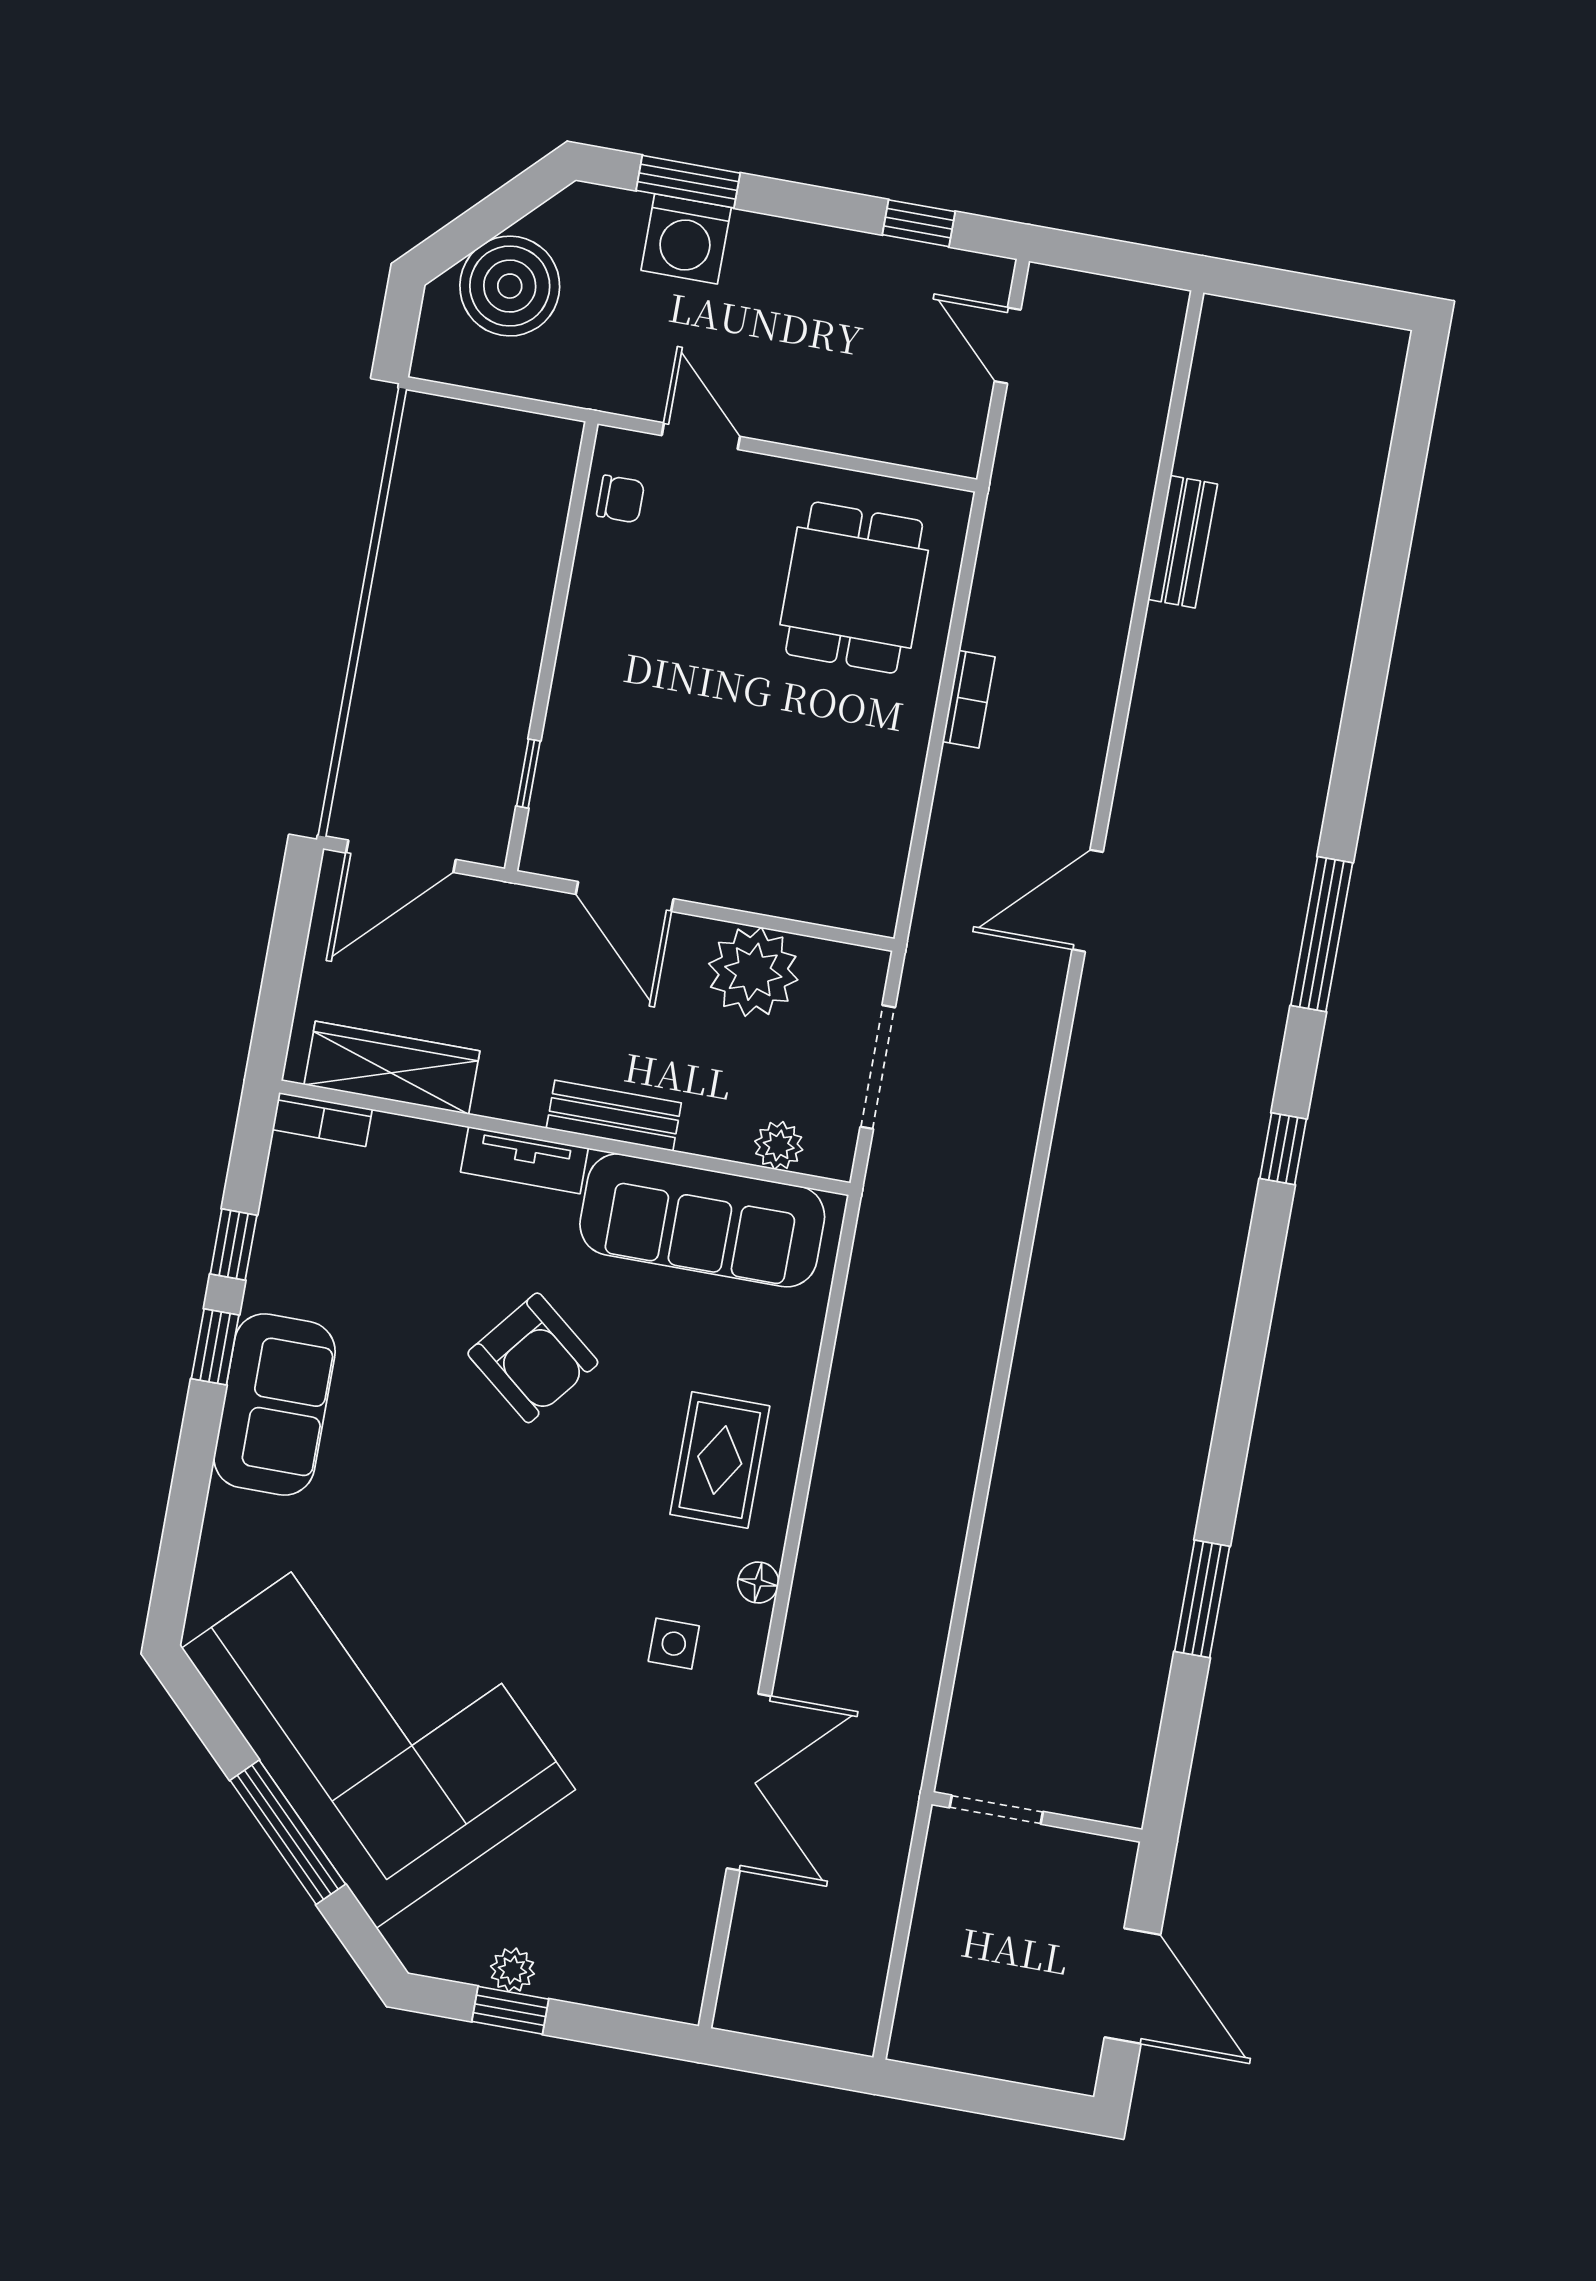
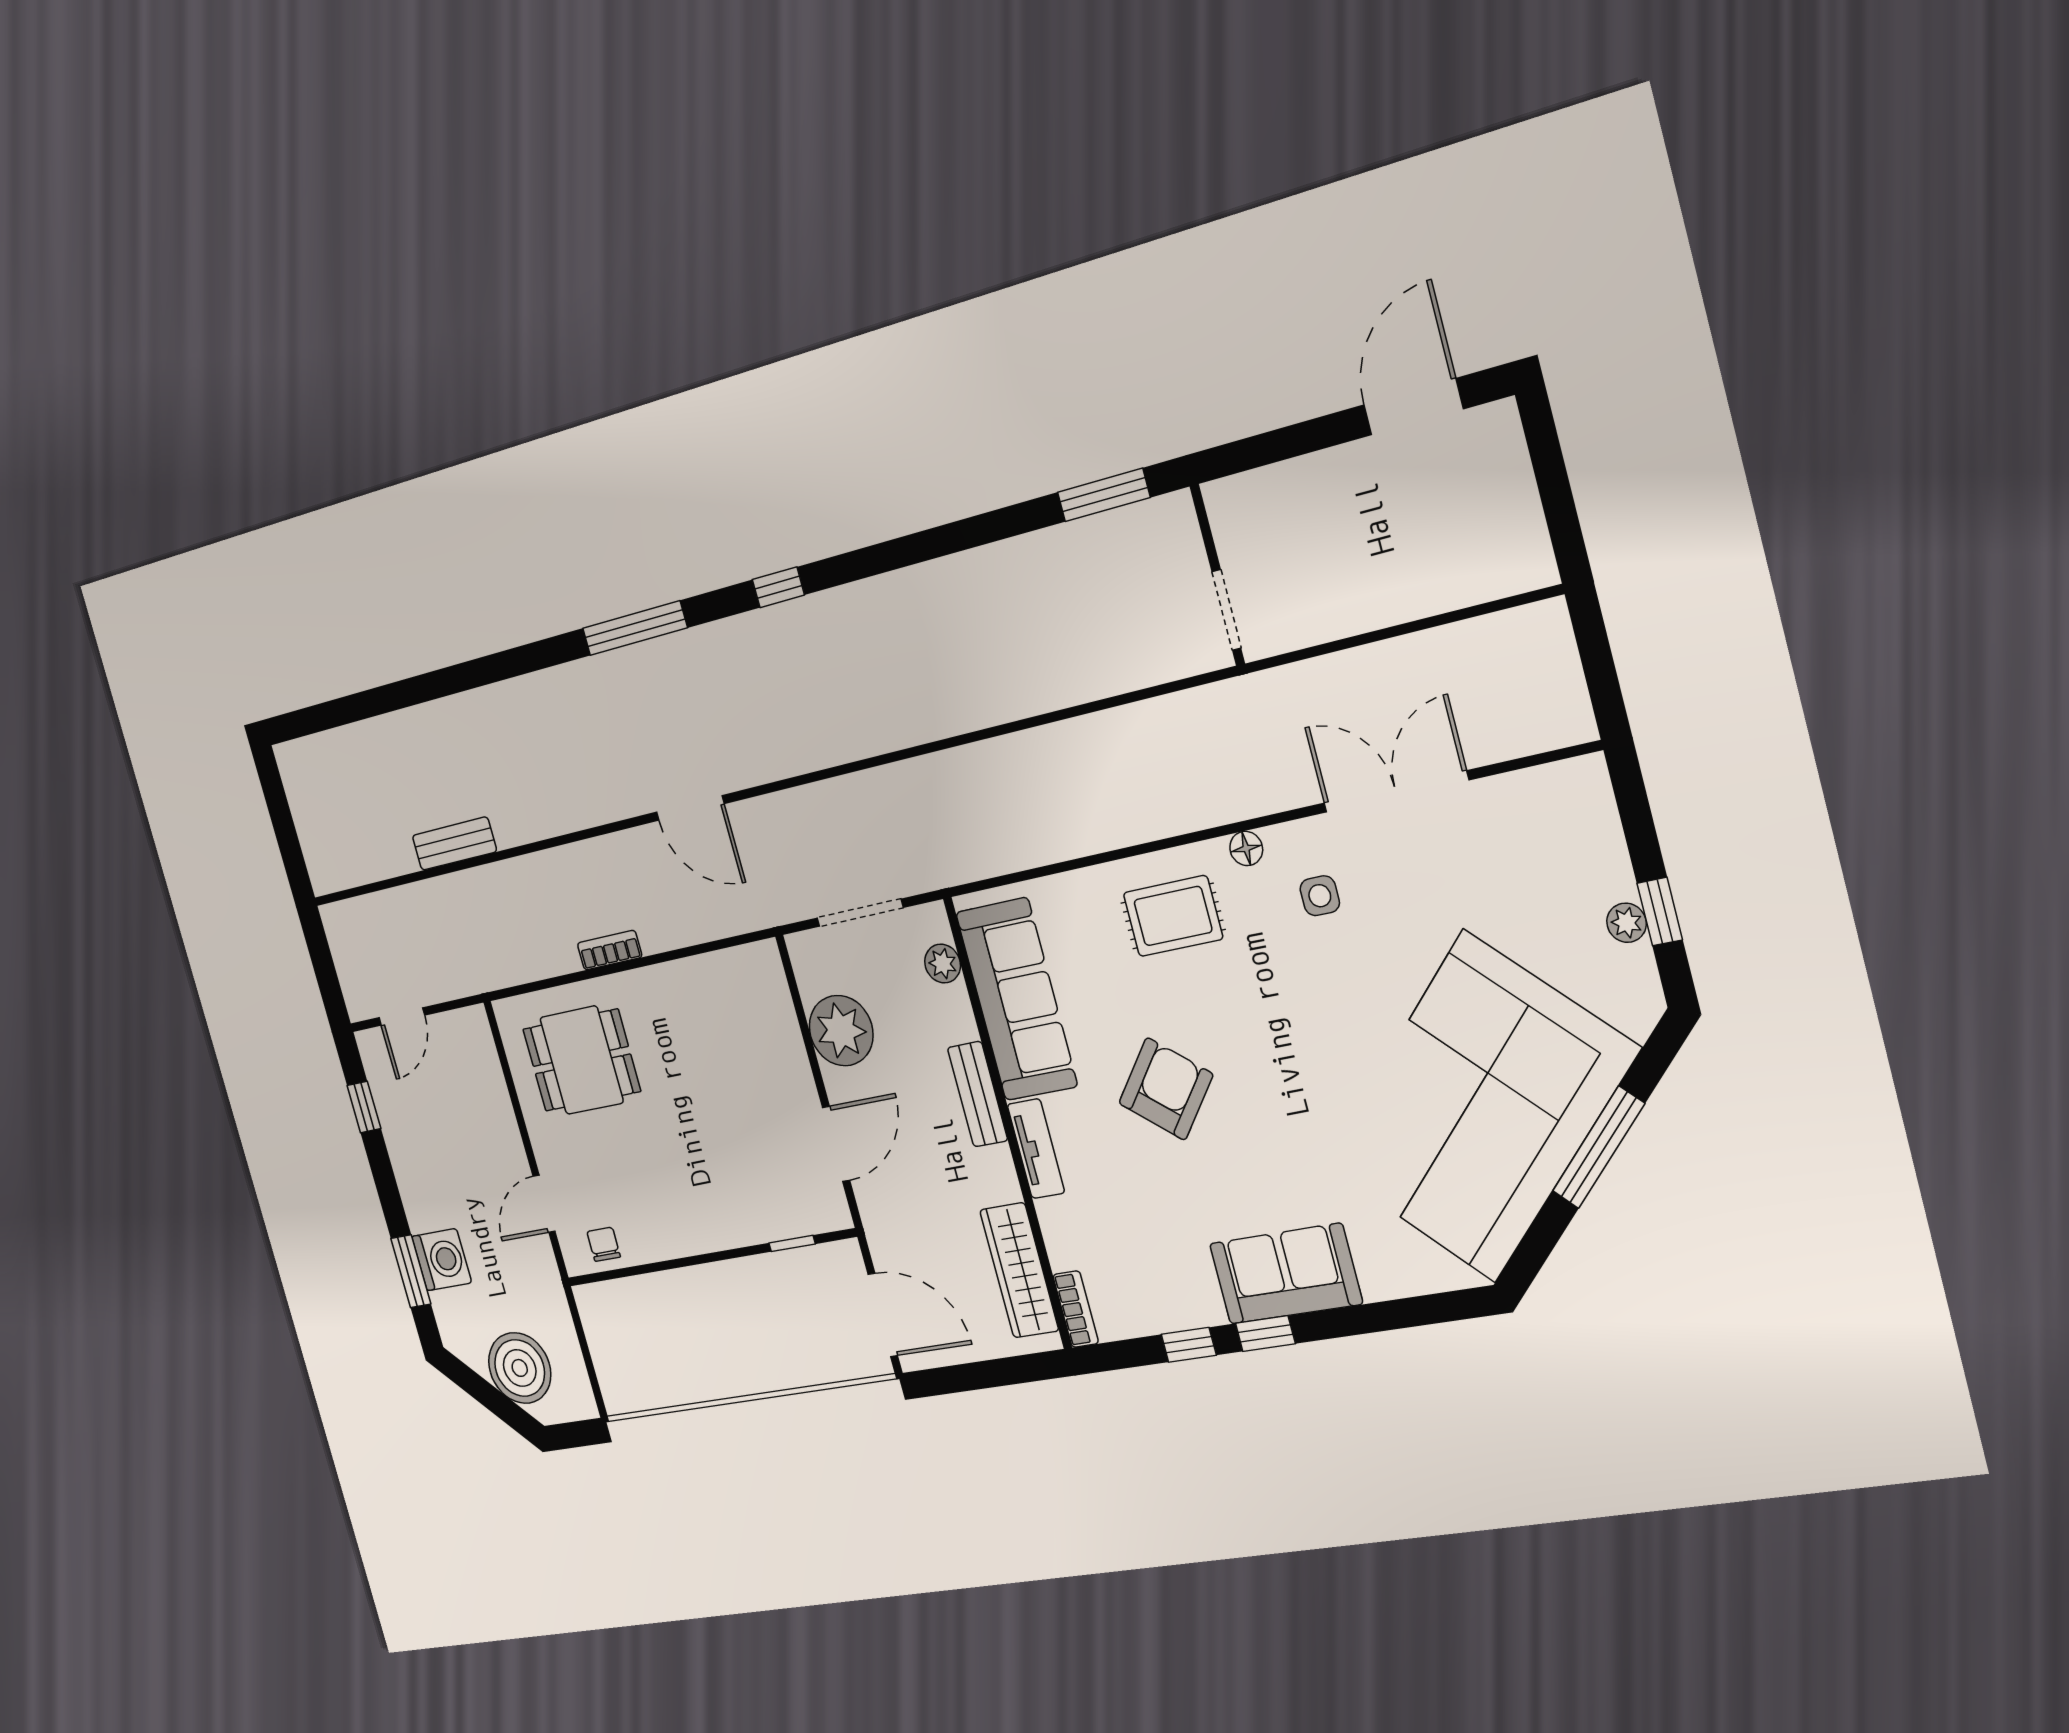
doorway: (996, 1810) -> (1226, 610), moved
wall: (1037, 1817) -> (1217, 575), moved

